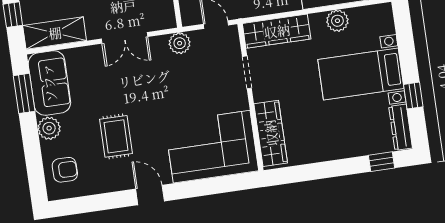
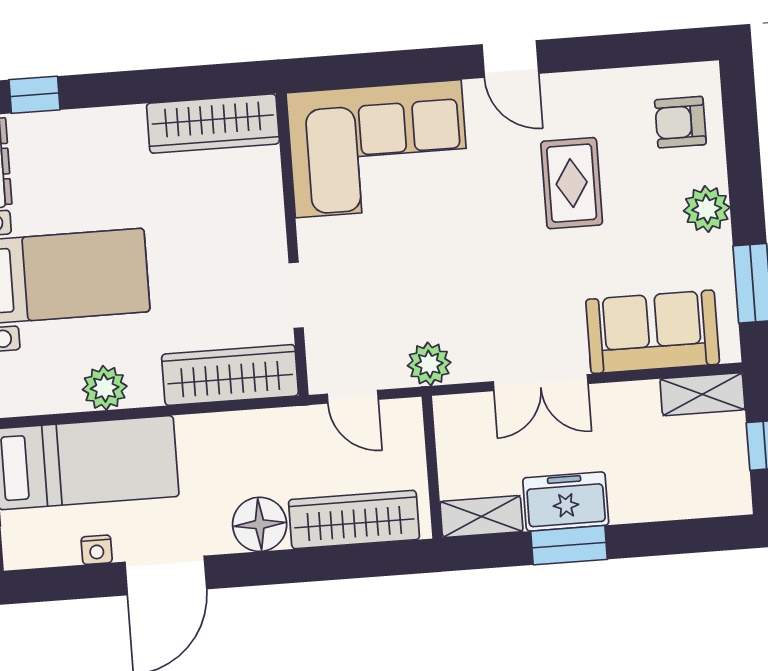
shelving: (55, 33) -> (702, 394), width x0.67, depth x0.75
double door: (125, 38) -> (541, 383), swing flipped
sofa: (49, 83) -> (653, 332), moved, turned 90
wardrobe: (271, 133) -> (213, 124), moved, turned -90

